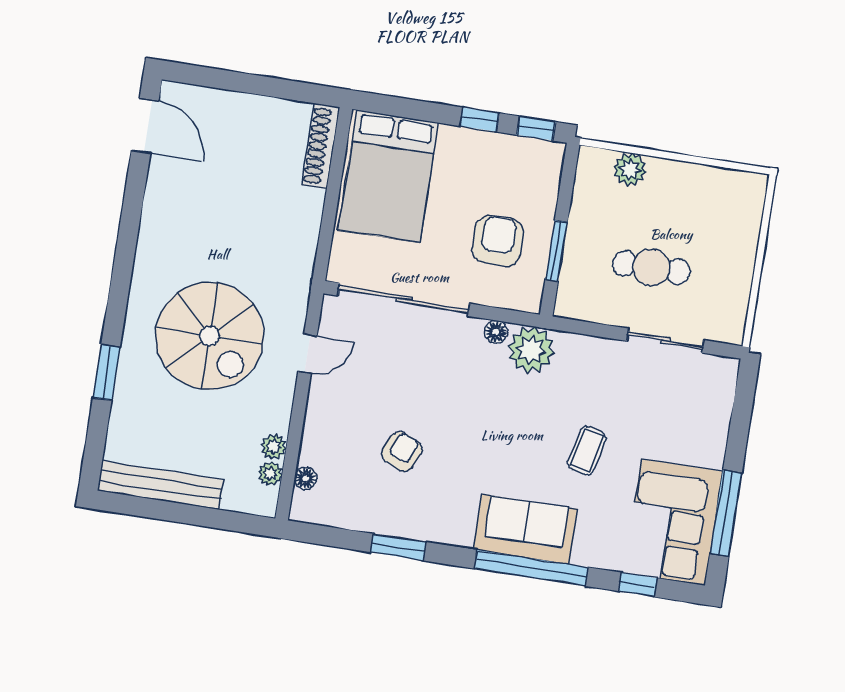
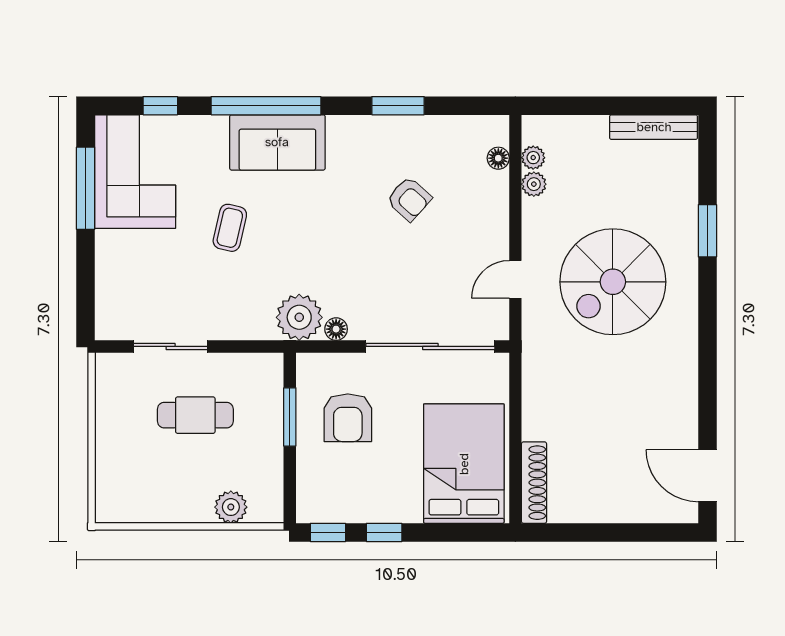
spiral stairs: (210, 336) -> (613, 282), turned -90
armchair: (402, 451) -> (409, 199), turned -72
bench: (161, 485) -> (654, 127), width x0.73, depth x0.82

